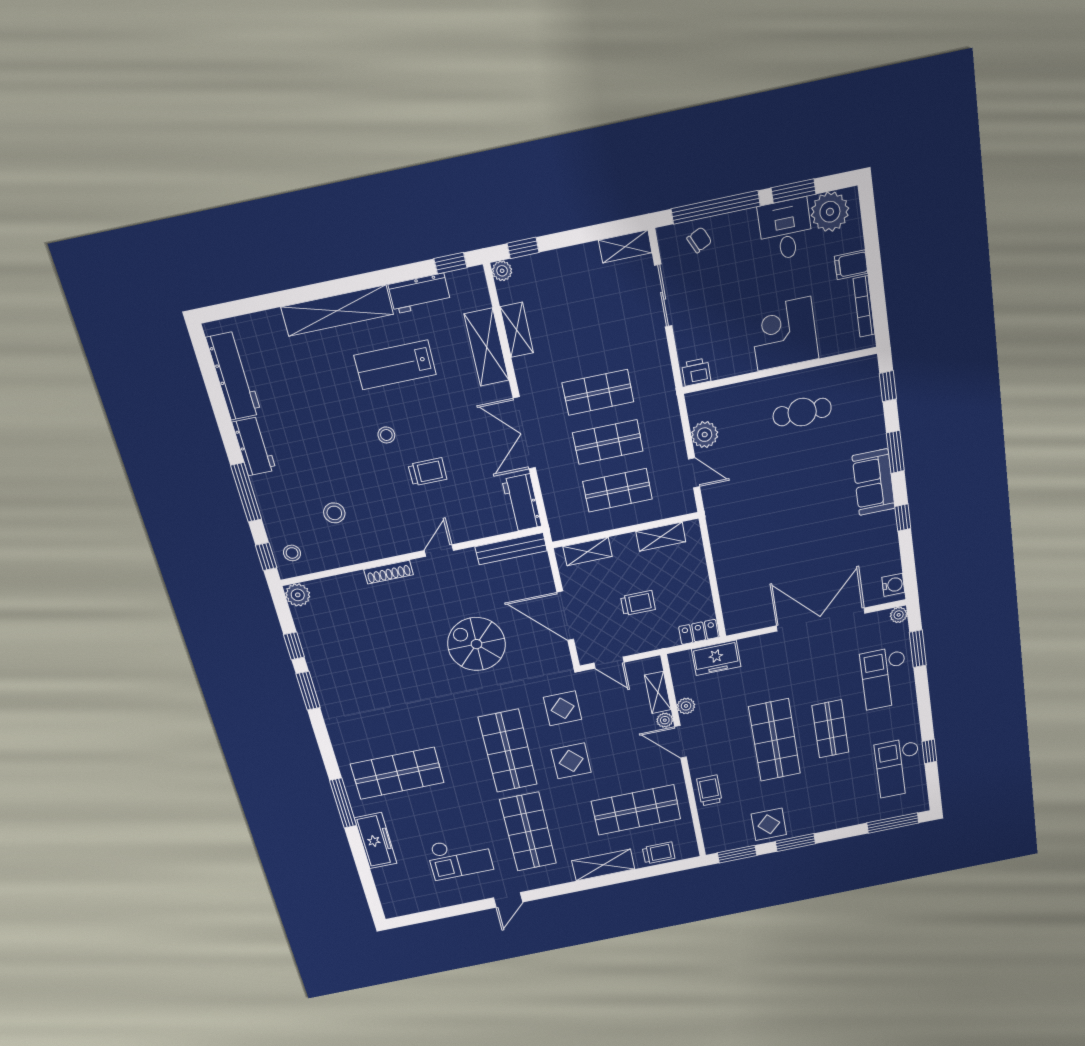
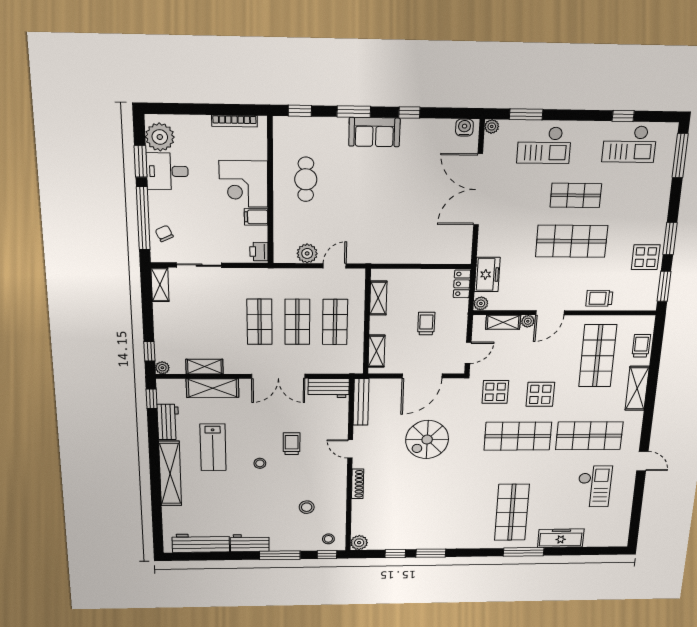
filing cabinet: (851, 265) -> (256, 217), moved, turned 90
plant: (686, 706) -> (481, 303), moved

